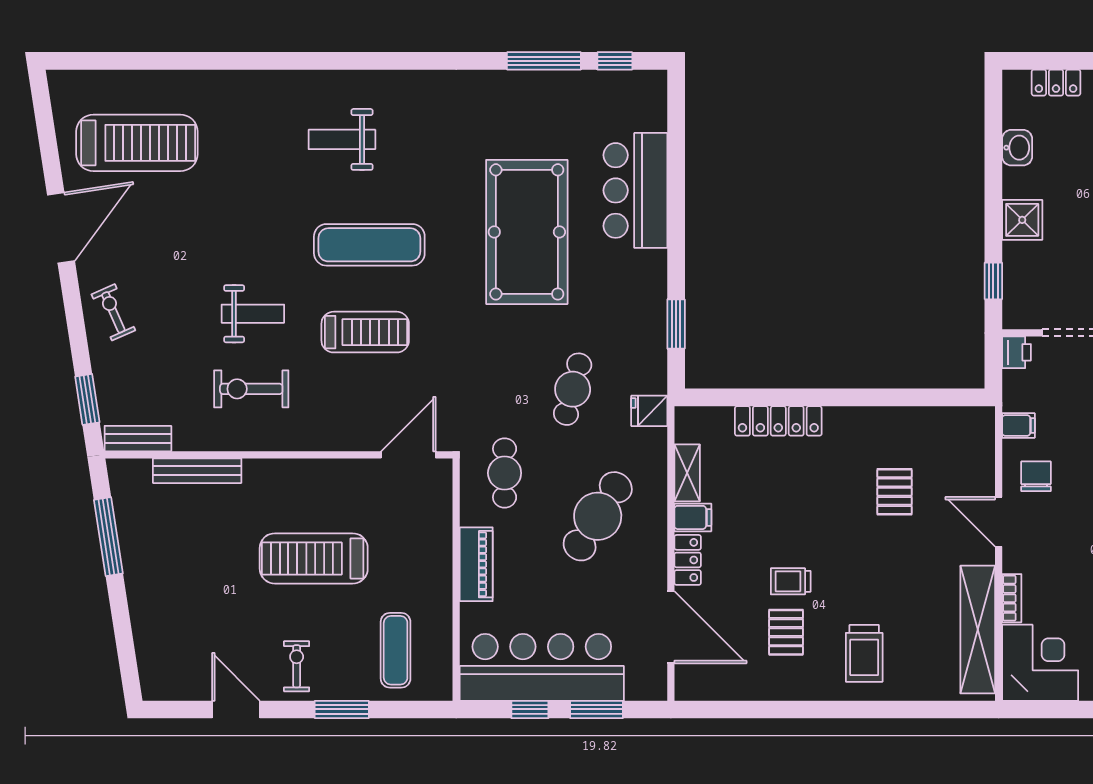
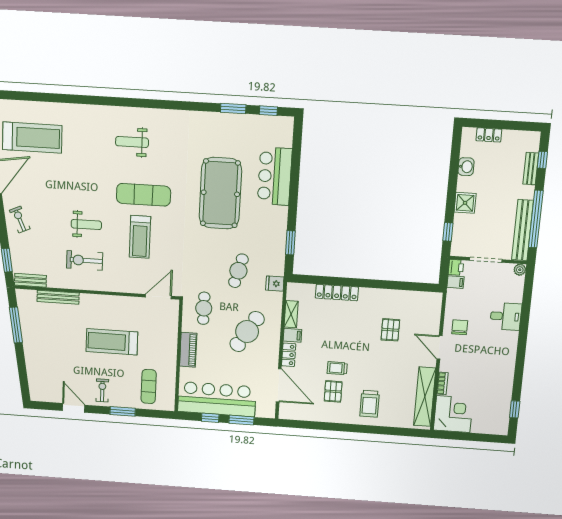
window: (544, 61) -> (233, 109), width x0.69
treadmill: (365, 332) -> (140, 237), turned 90
filing cabinet: (1018, 426) -> (455, 282), moved

